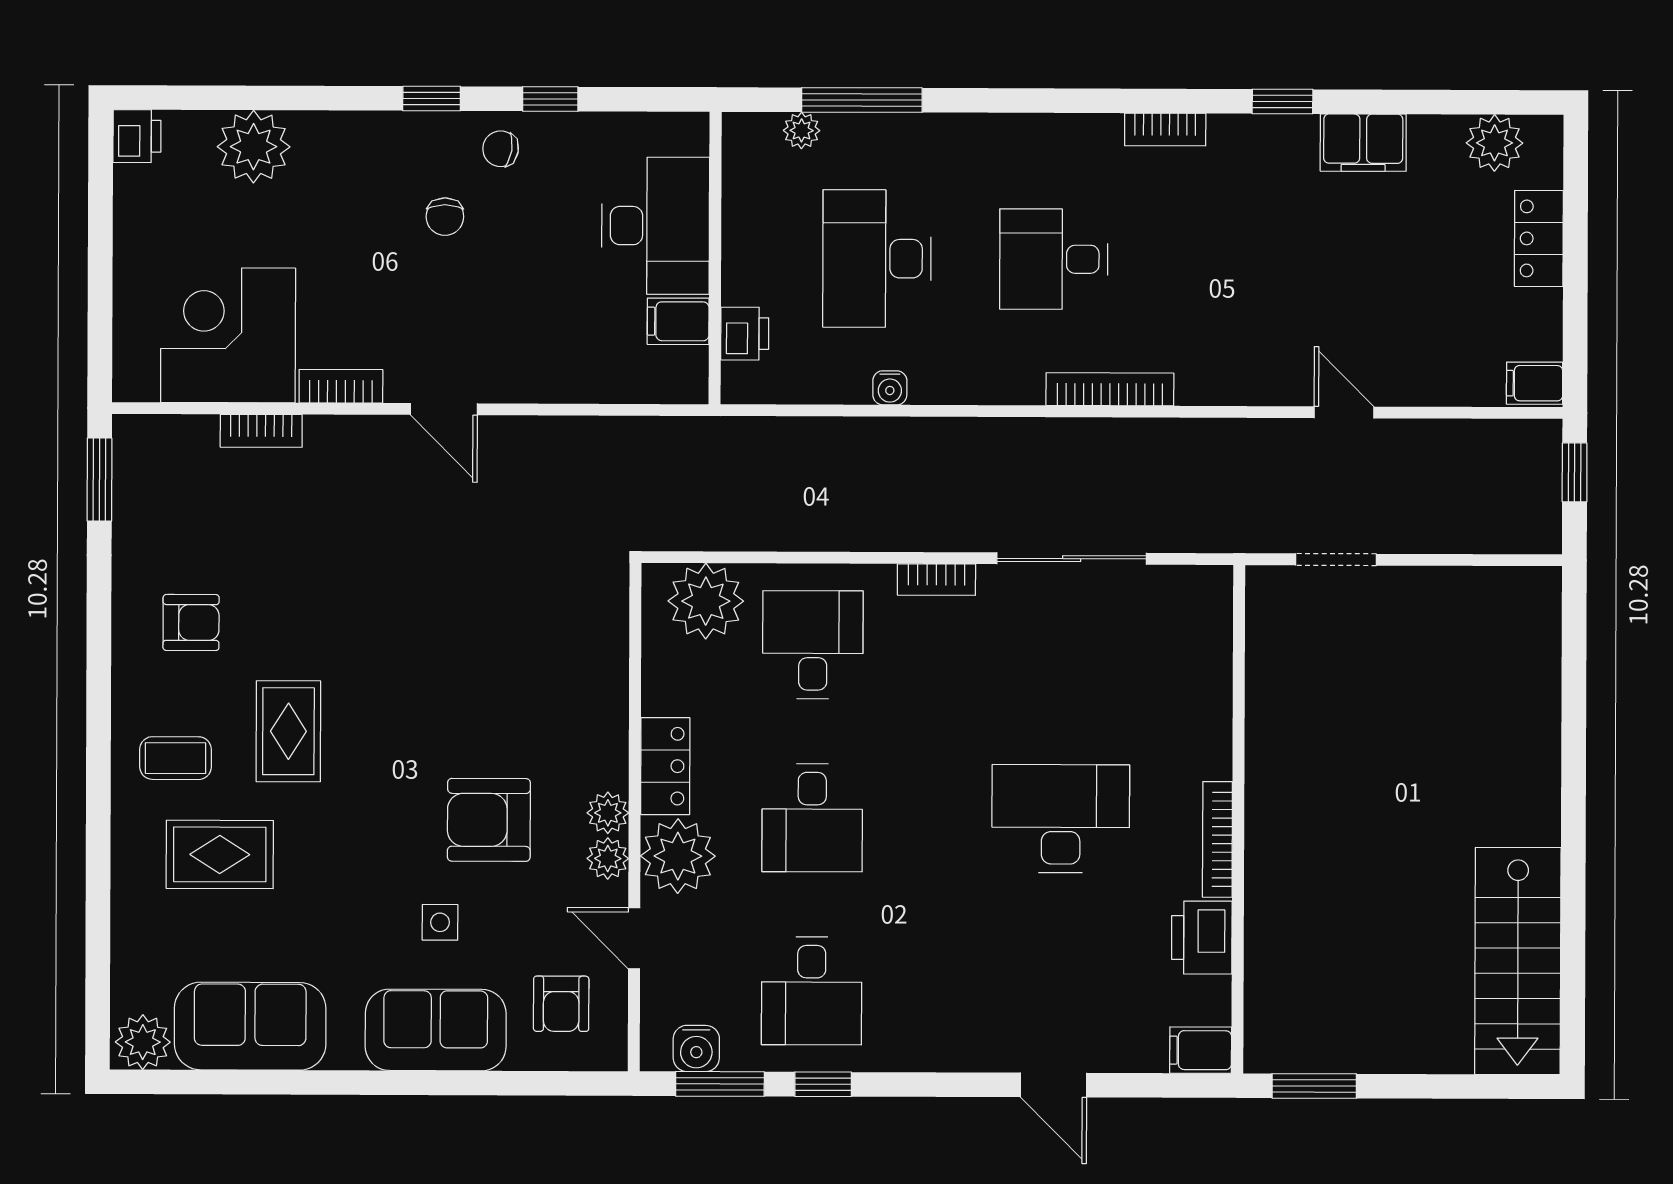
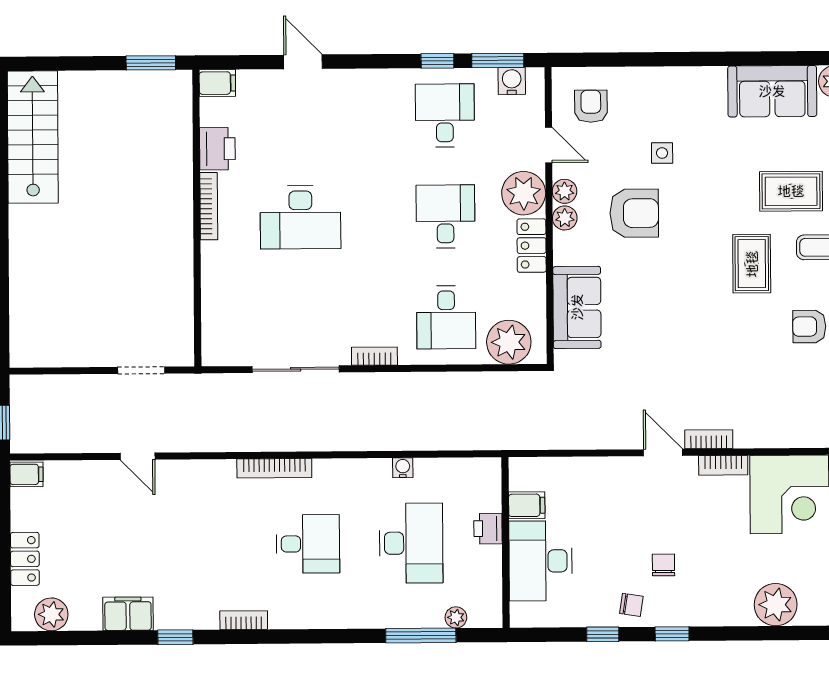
printer: (745, 334) -> (488, 529), moved
bookcase: (261, 431) -> (709, 439), moved
sofa: (436, 1030) -> (577, 307), moved, turned -90

